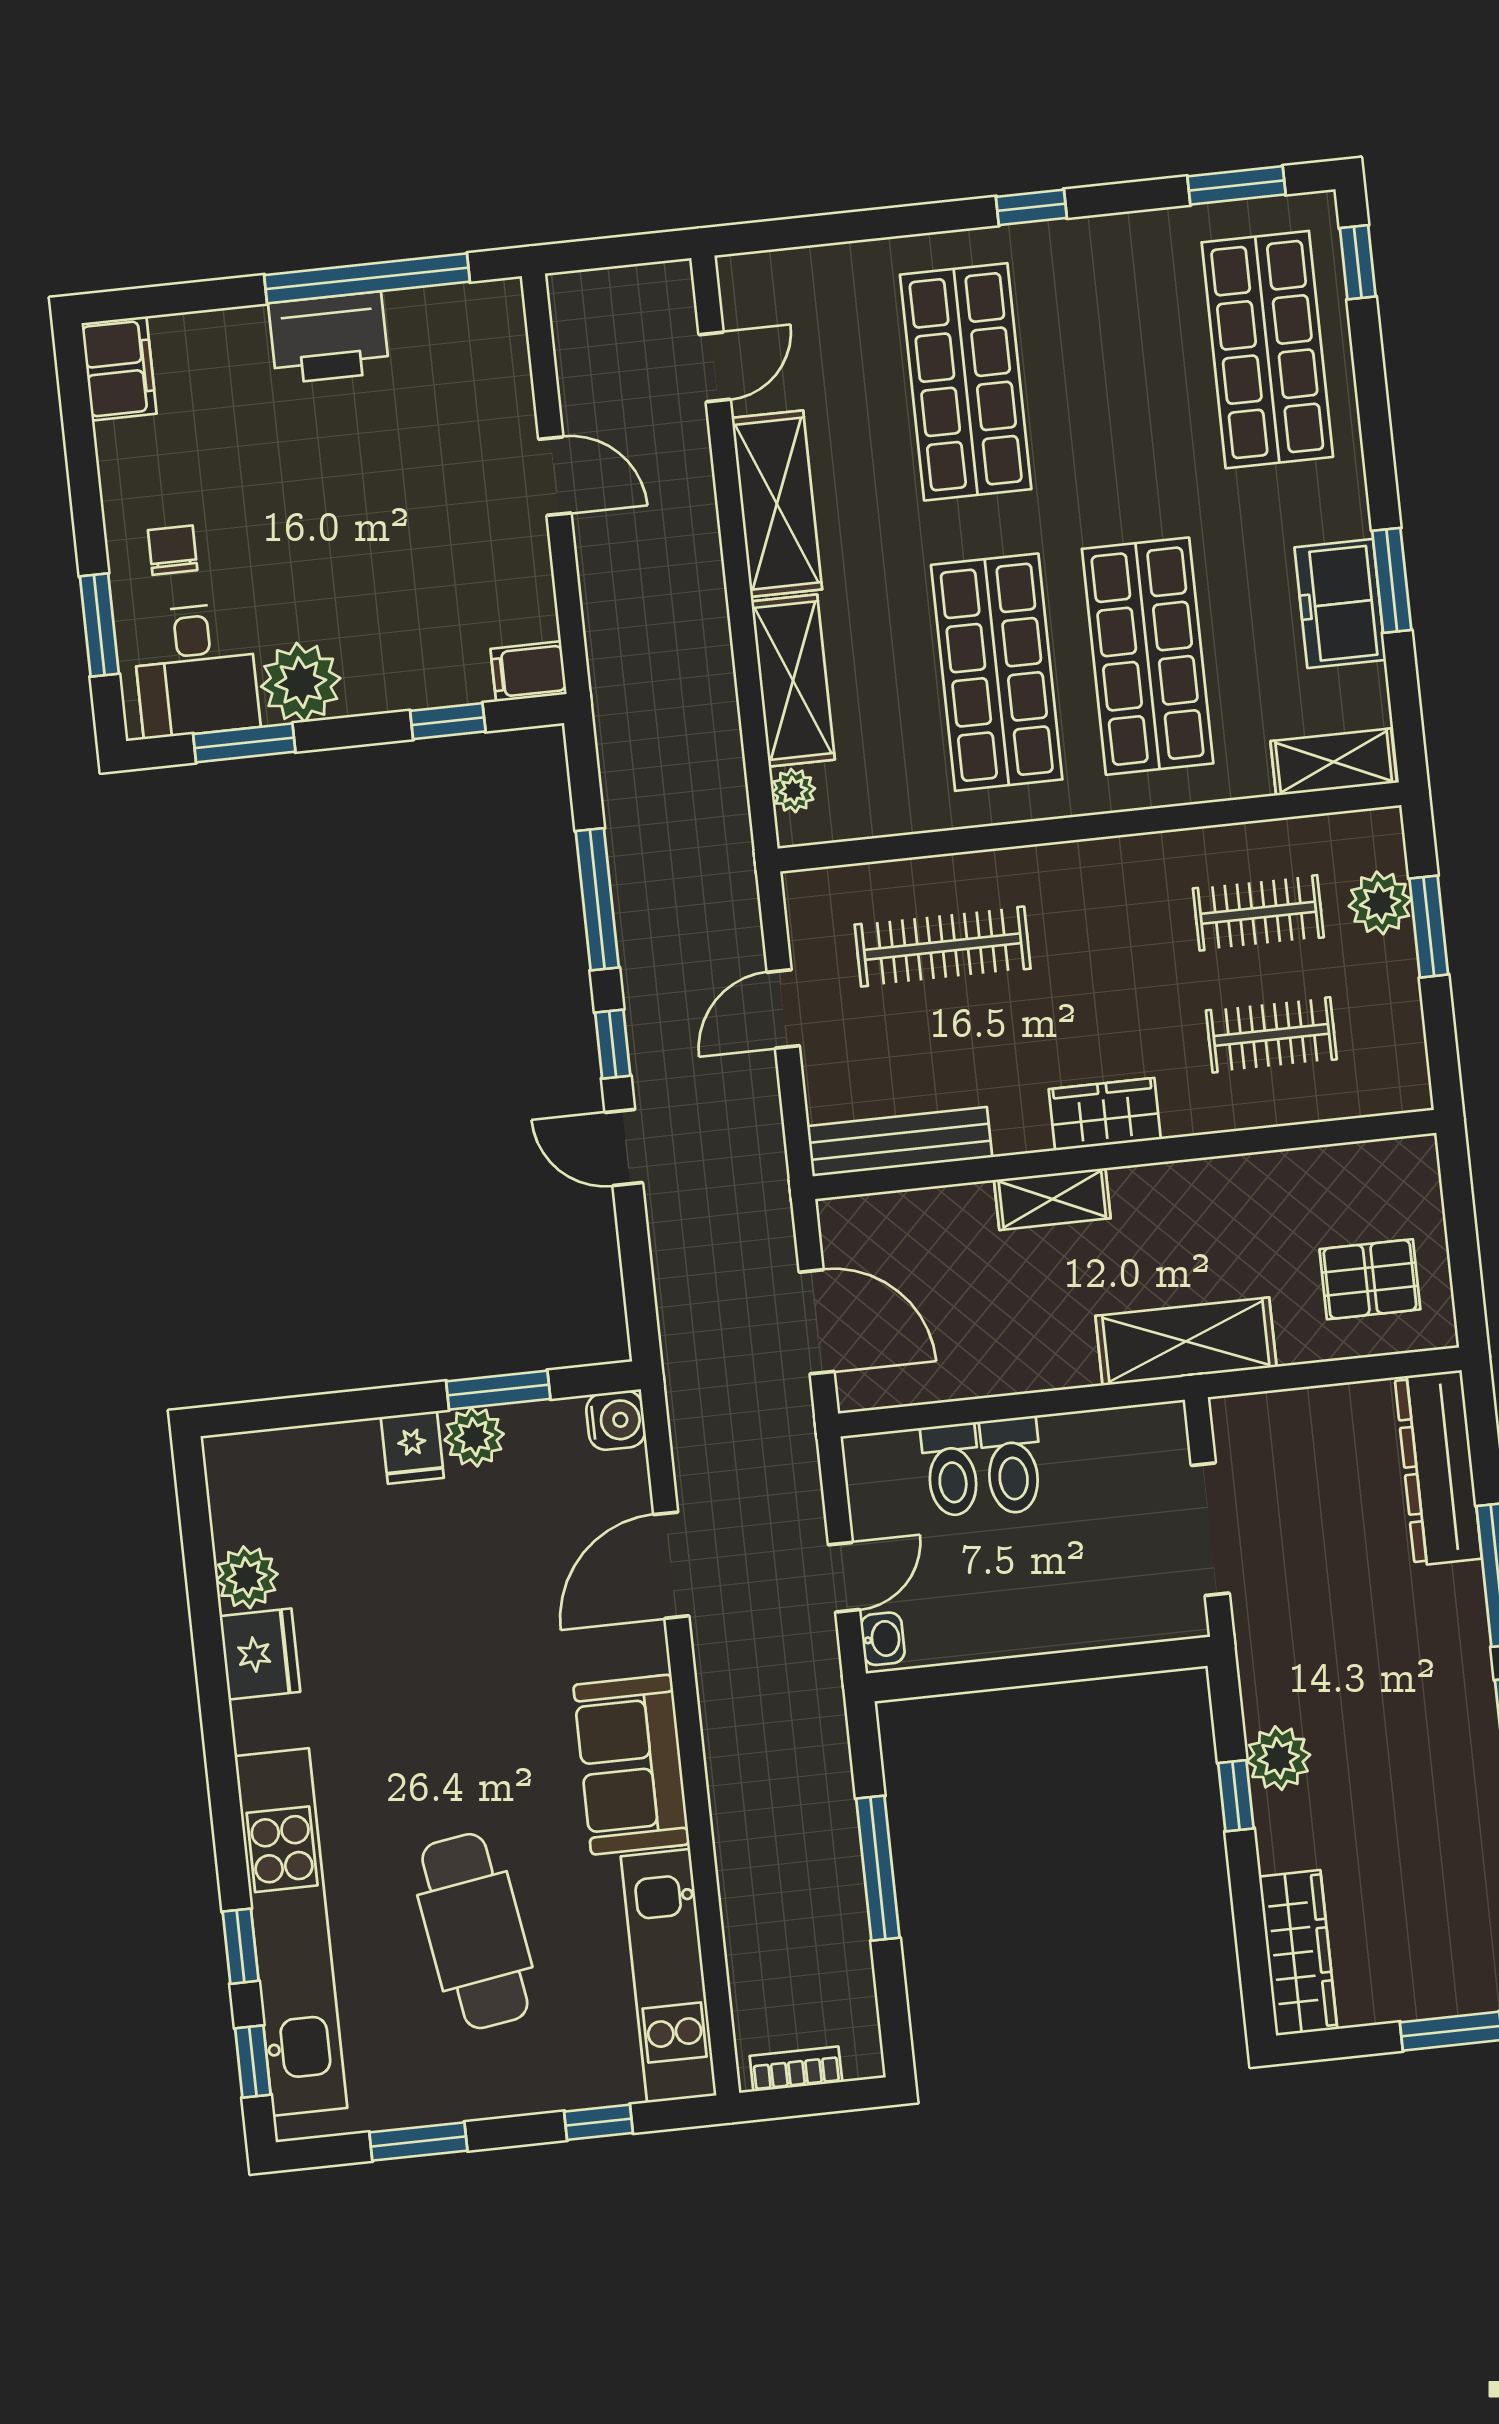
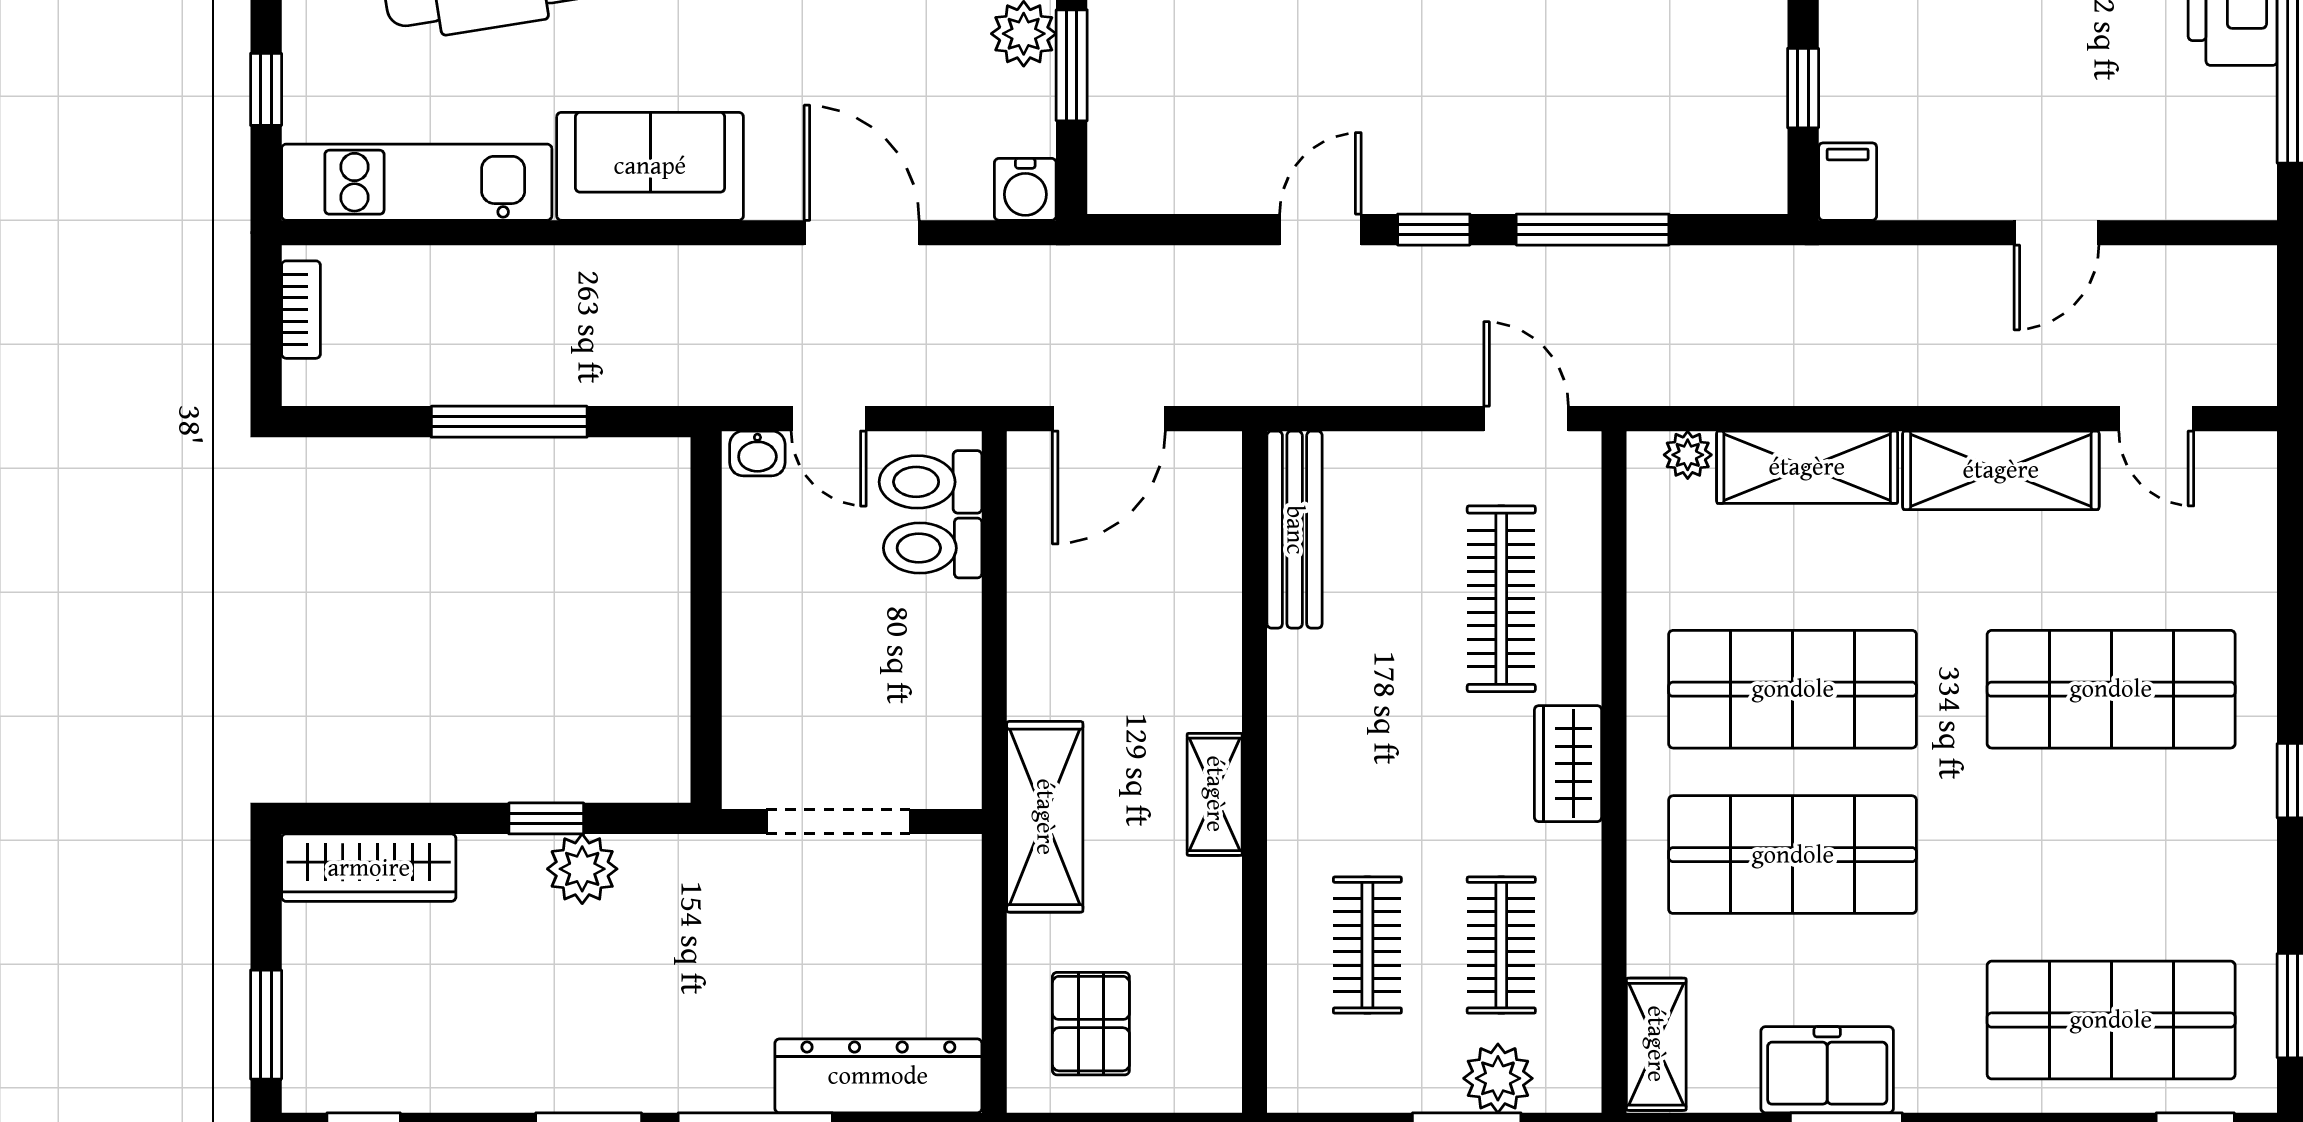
door: (783, 1009) -> (1526, 419), moved
wardrobe: (1105, 1114) -> (1568, 764), moved, turned 180
shelving: (1052, 1199) -> (1215, 794), moved
toilet: (1012, 1465) -> (930, 482), moved

